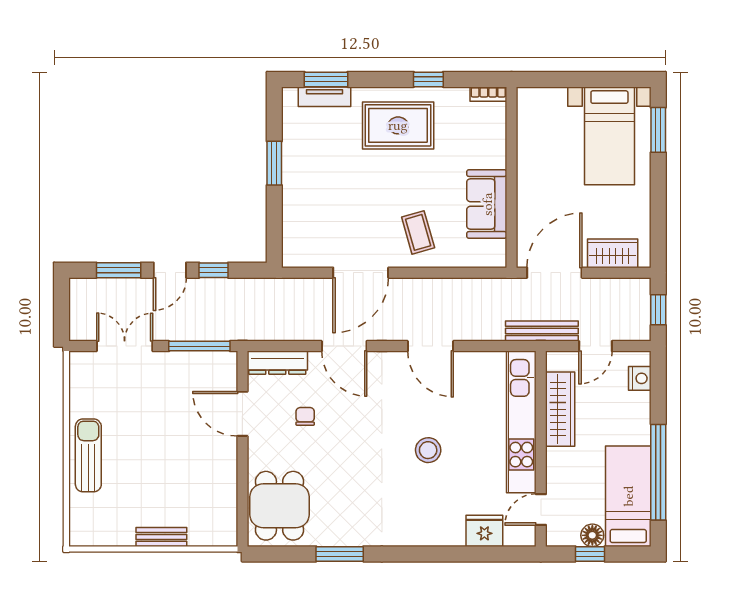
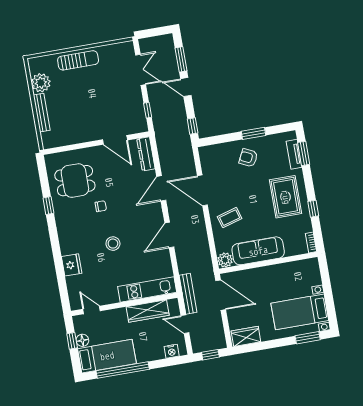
armchair: (316, 180) -> (248, 158), added
sofa: (487, 204) -> (258, 251), width x1.36
wardrobe: (613, 253) -> (246, 336), moved, turned -90
plant: (493, 254) -> (225, 260), added
window: (214, 270) -> (193, 126), moved
window: (199, 346) -> (148, 110), width x0.46
door: (242, 414) -> (115, 140), swing flipped
chair: (305, 416) -> (101, 206), moved
kitchen unit: (521, 422) -> (147, 289), width x0.73
dining table: (280, 506) -> (75, 181), moved
plant: (117, 529) -> (41, 83), added
fridge: (484, 531) -> (72, 265), moved
bench: (161, 537) -> (42, 113), width x1.36
window: (340, 554) -> (48, 206), width x0.67

